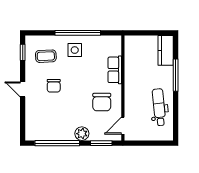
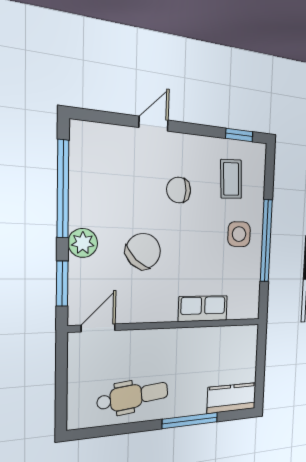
door: (23, 89) -> (154, 124), moved
chair: (102, 102) -> (143, 251), moved, turned 133
door: (123, 126) -> (98, 328), hinge flipped

